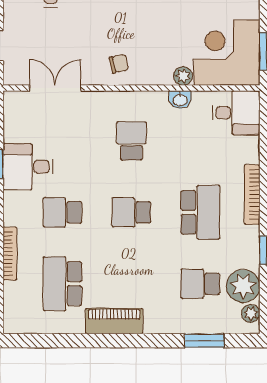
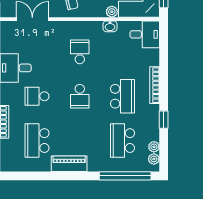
school desk: (131, 212) -> (80, 96), turned -90
school desk: (200, 284) -> (123, 141), width x1.85
plant: (243, 286) -> (154, 147), width x0.53, depth x0.53
window: (204, 341) -> (125, 176), width x2.11

